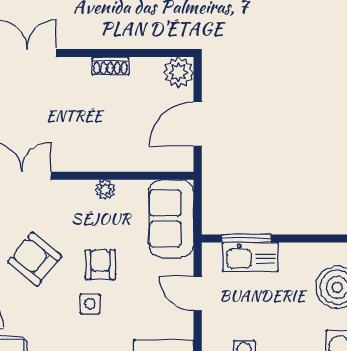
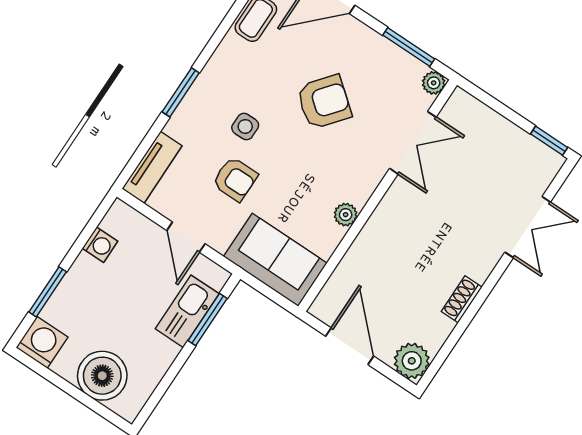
armchair: (100, 265) -> (235, 179), moved
door: (198, 293) -> (186, 237), swing flipped

